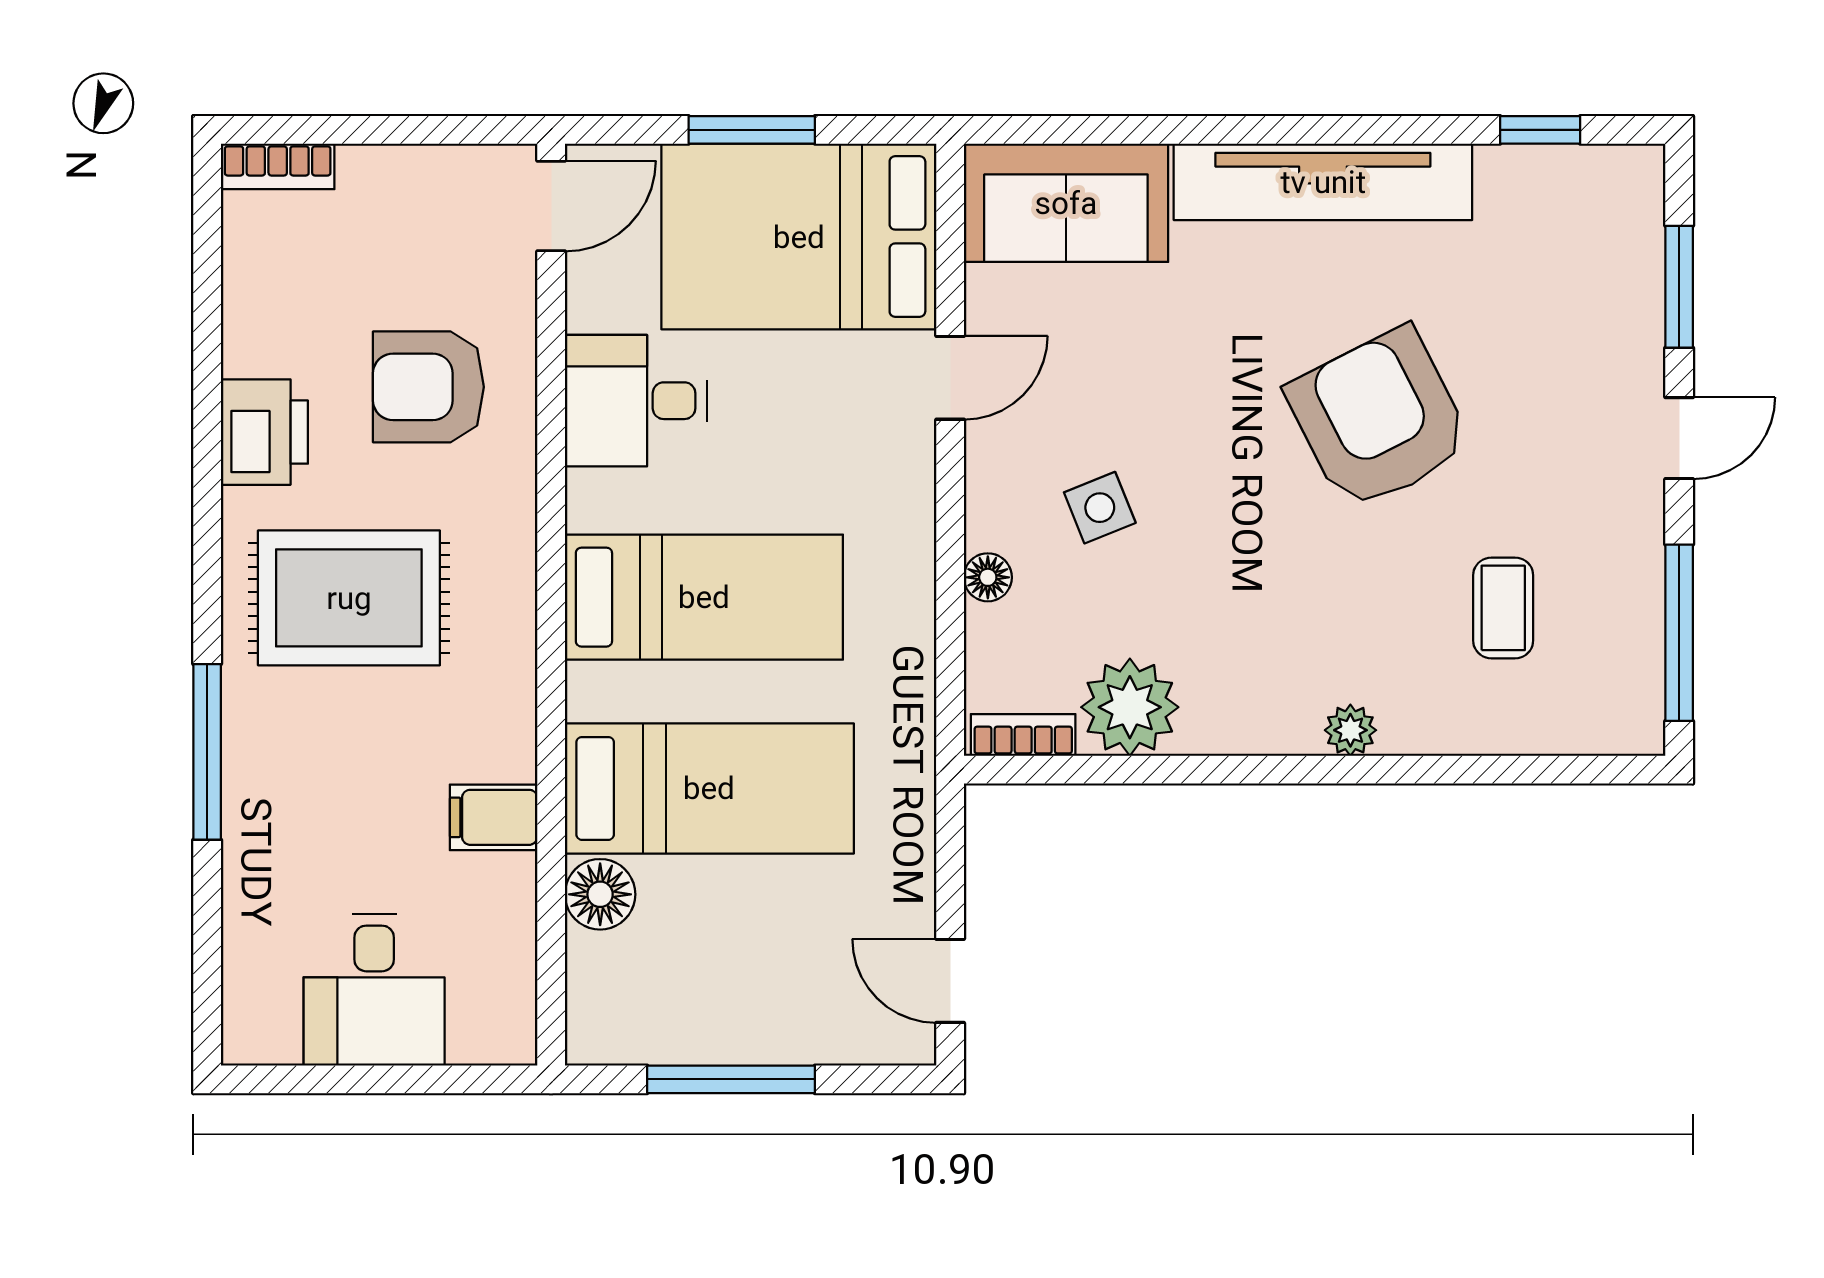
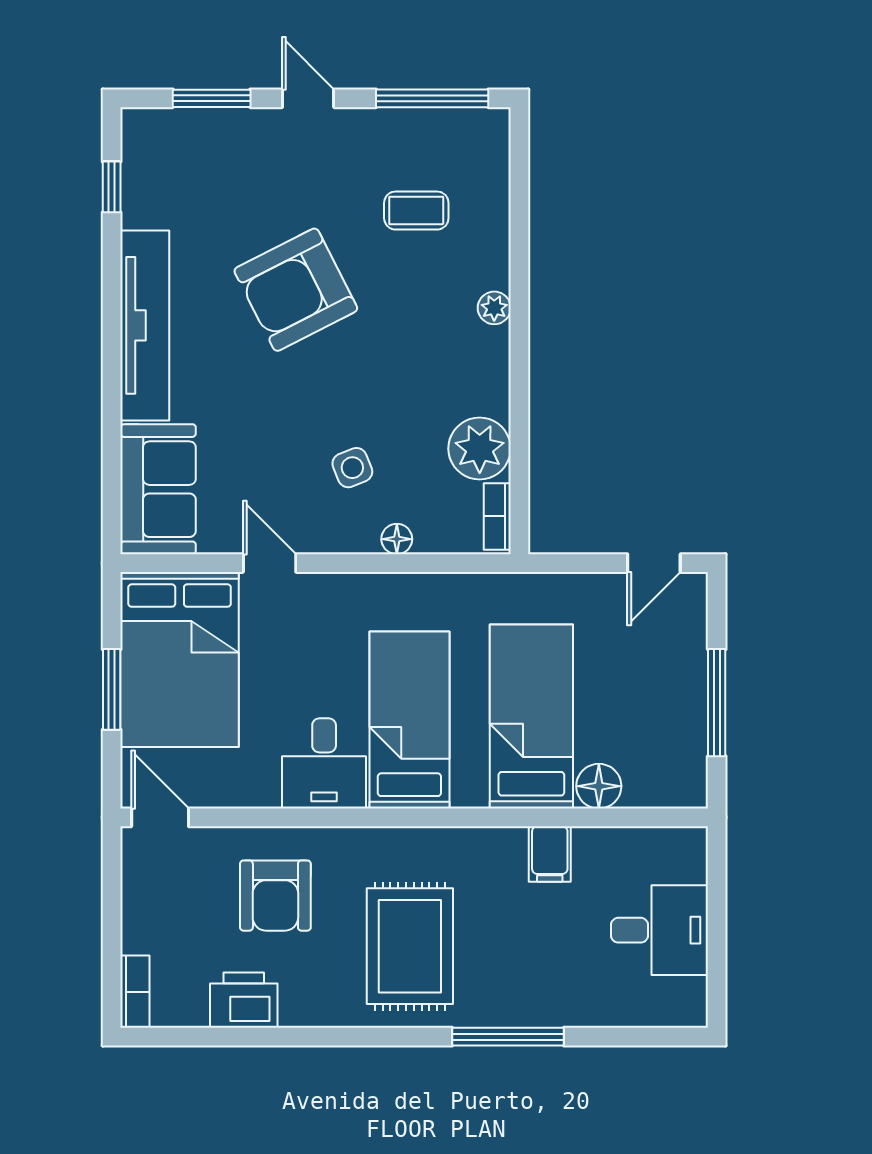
desk: (636, 401) -> (324, 763), moved
printer: (264, 432) -> (244, 1000), moved

